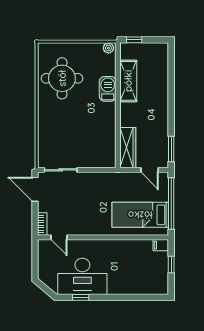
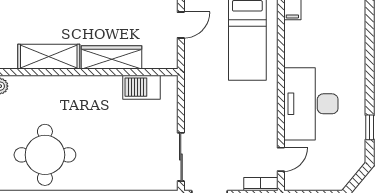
barbecue: (108, 89) -> (142, 87), moved
wardrobe: (128, 148) -> (111, 57), moved
desk: (82, 276) -> (311, 104), moved, turned 180

